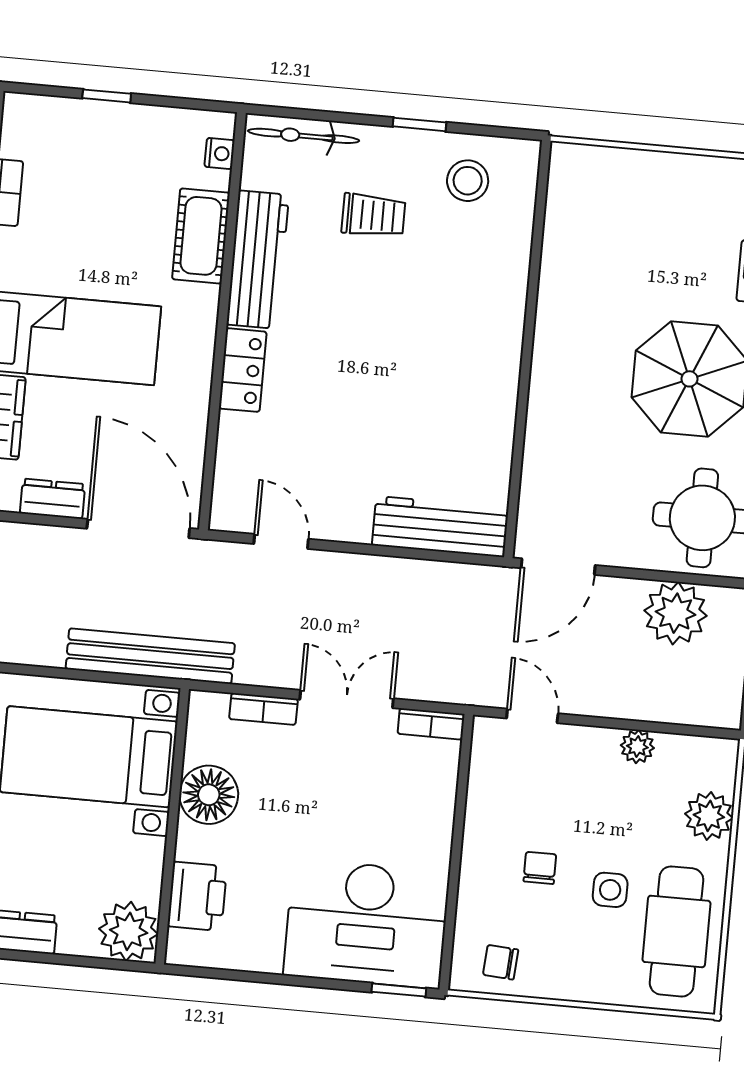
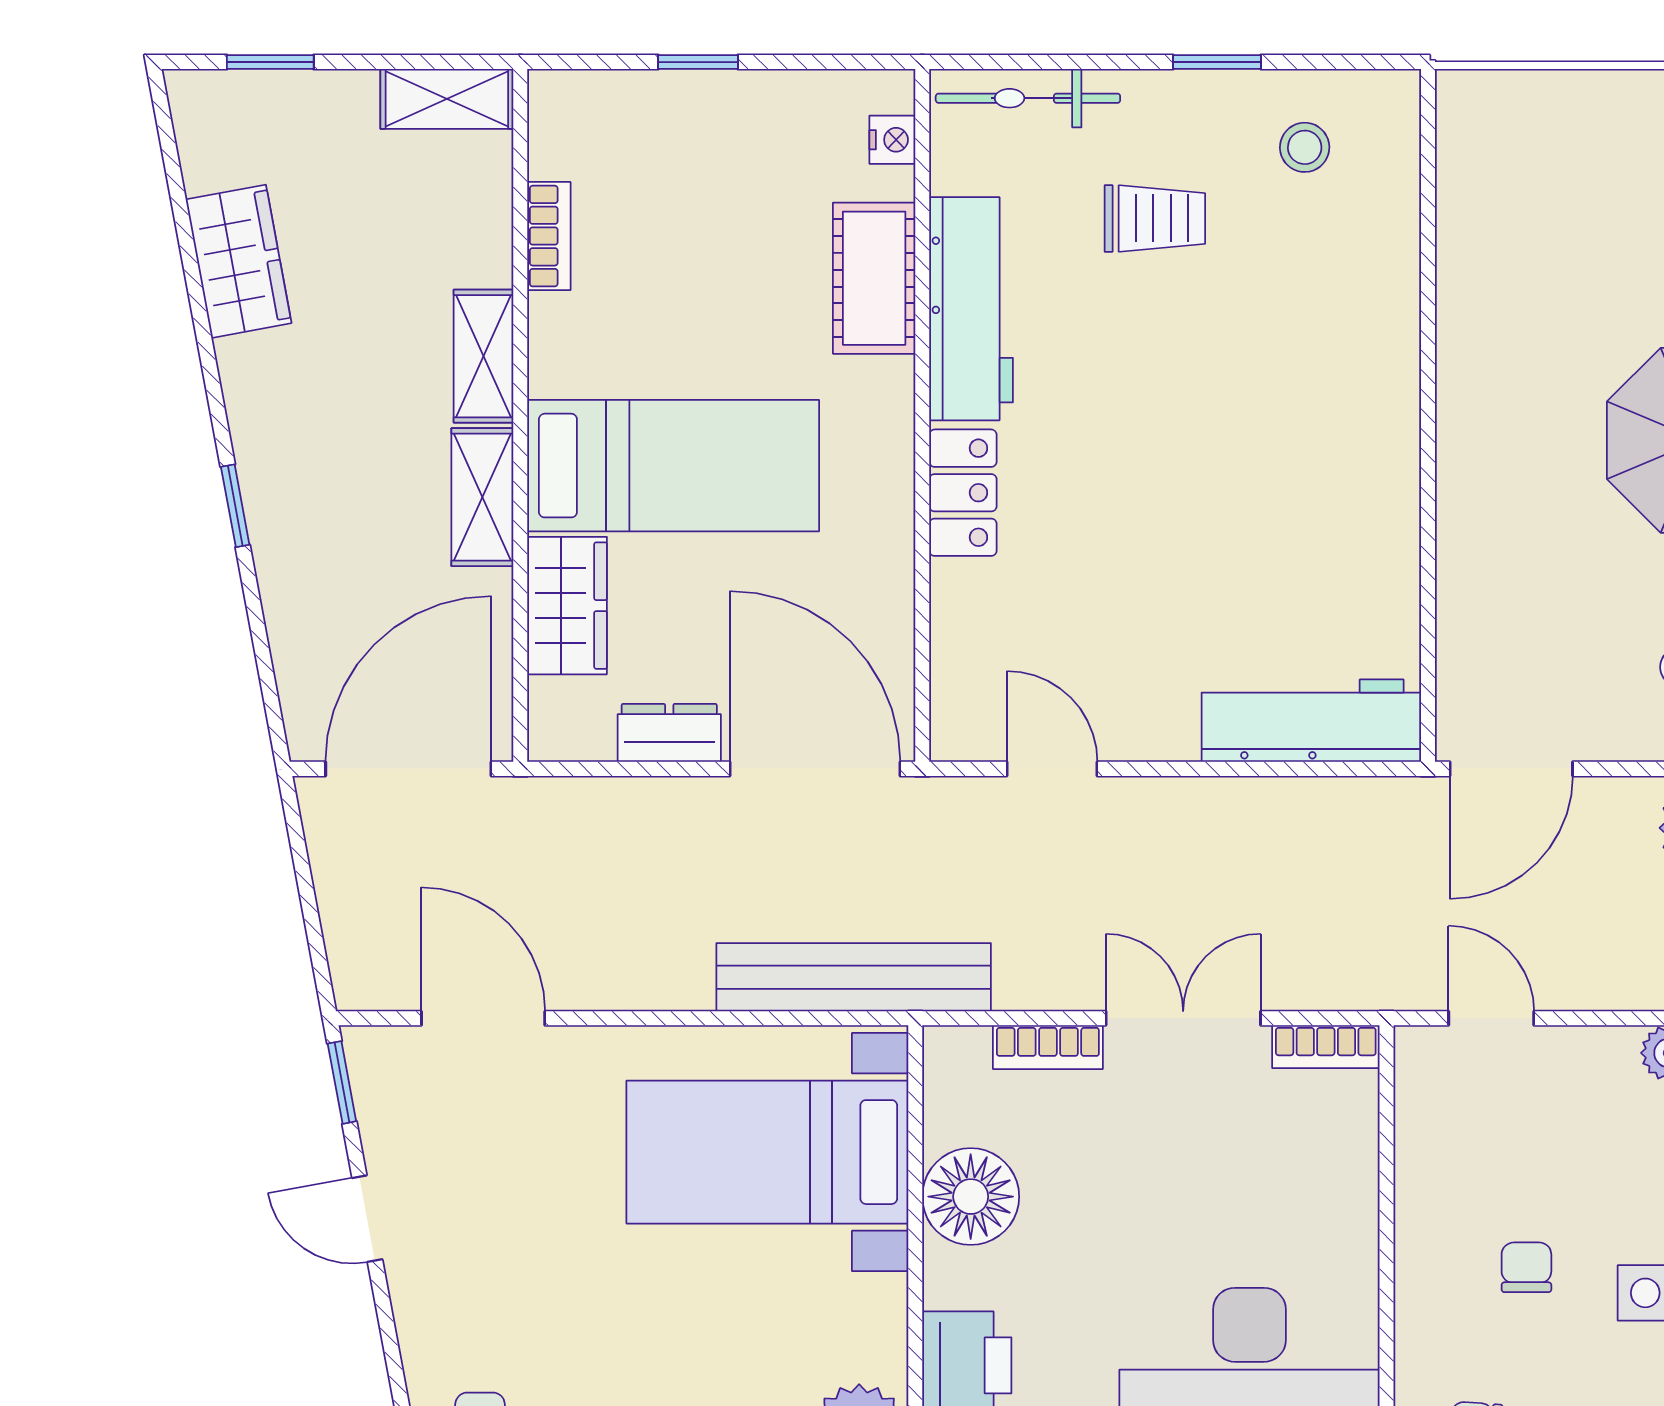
stool: (468, 181) -> (1305, 147), width x0.73, depth x0.73

